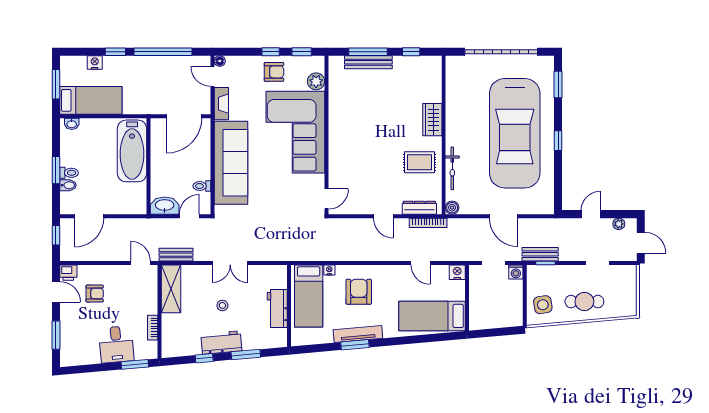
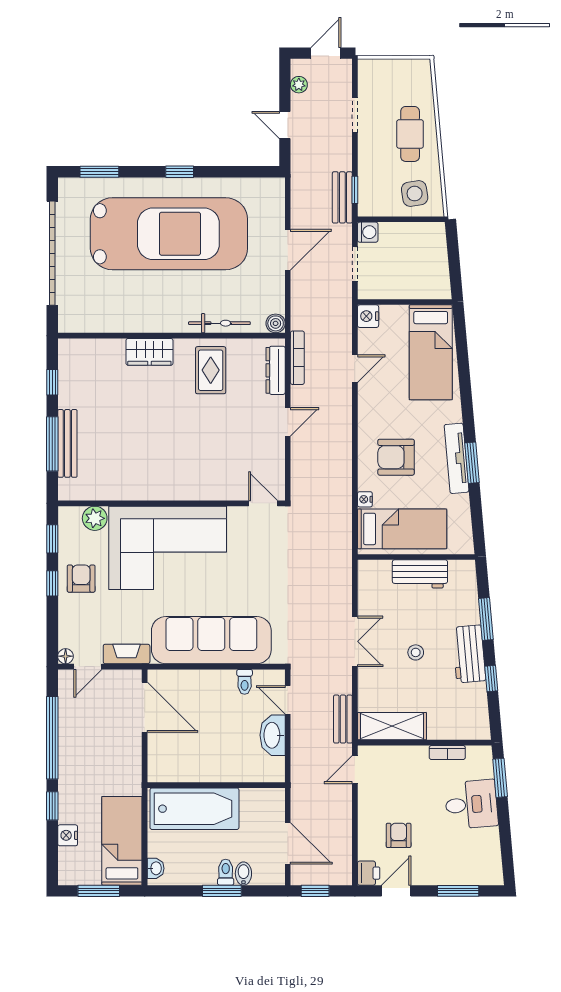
bathtub: (132, 151) -> (194, 809), moved
wall: (149, 166) -> (216, 785), moved

